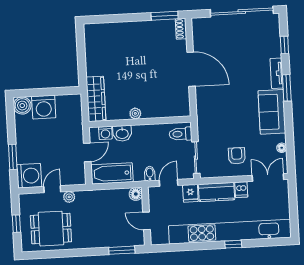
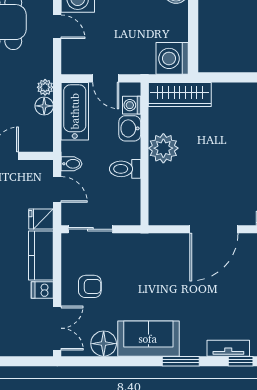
tv unit: (277, 73) -> (228, 348), moved
washing machine: (44, 107) -> (172, 58), moved
plant: (135, 113) -> (163, 148), width x1.88, depth x1.88
toilet: (181, 134) -> (125, 169), moved, turned -90
floor lamp: (282, 148) -> (104, 344), width x1.89, depth x1.89
floor lamp: (136, 194) -> (44, 106), moved
plant: (69, 197) -> (45, 87), moved

